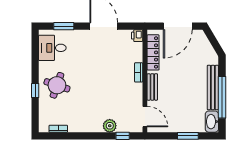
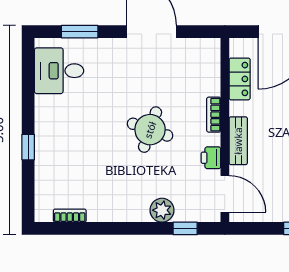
printer: (137, 36) -> (211, 158), moved
locker: (153, 52) -> (240, 79), width x0.66
round table: (57, 85) -> (150, 130), moved

